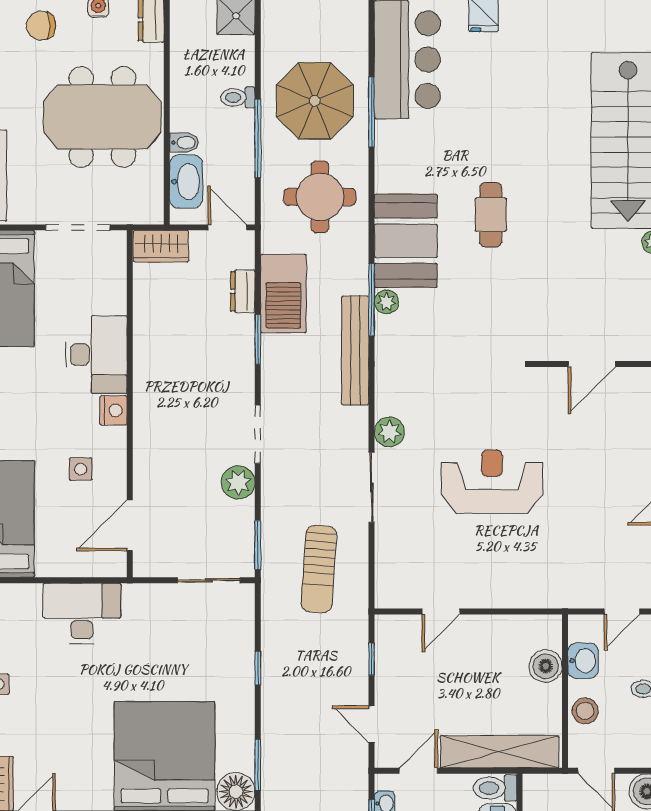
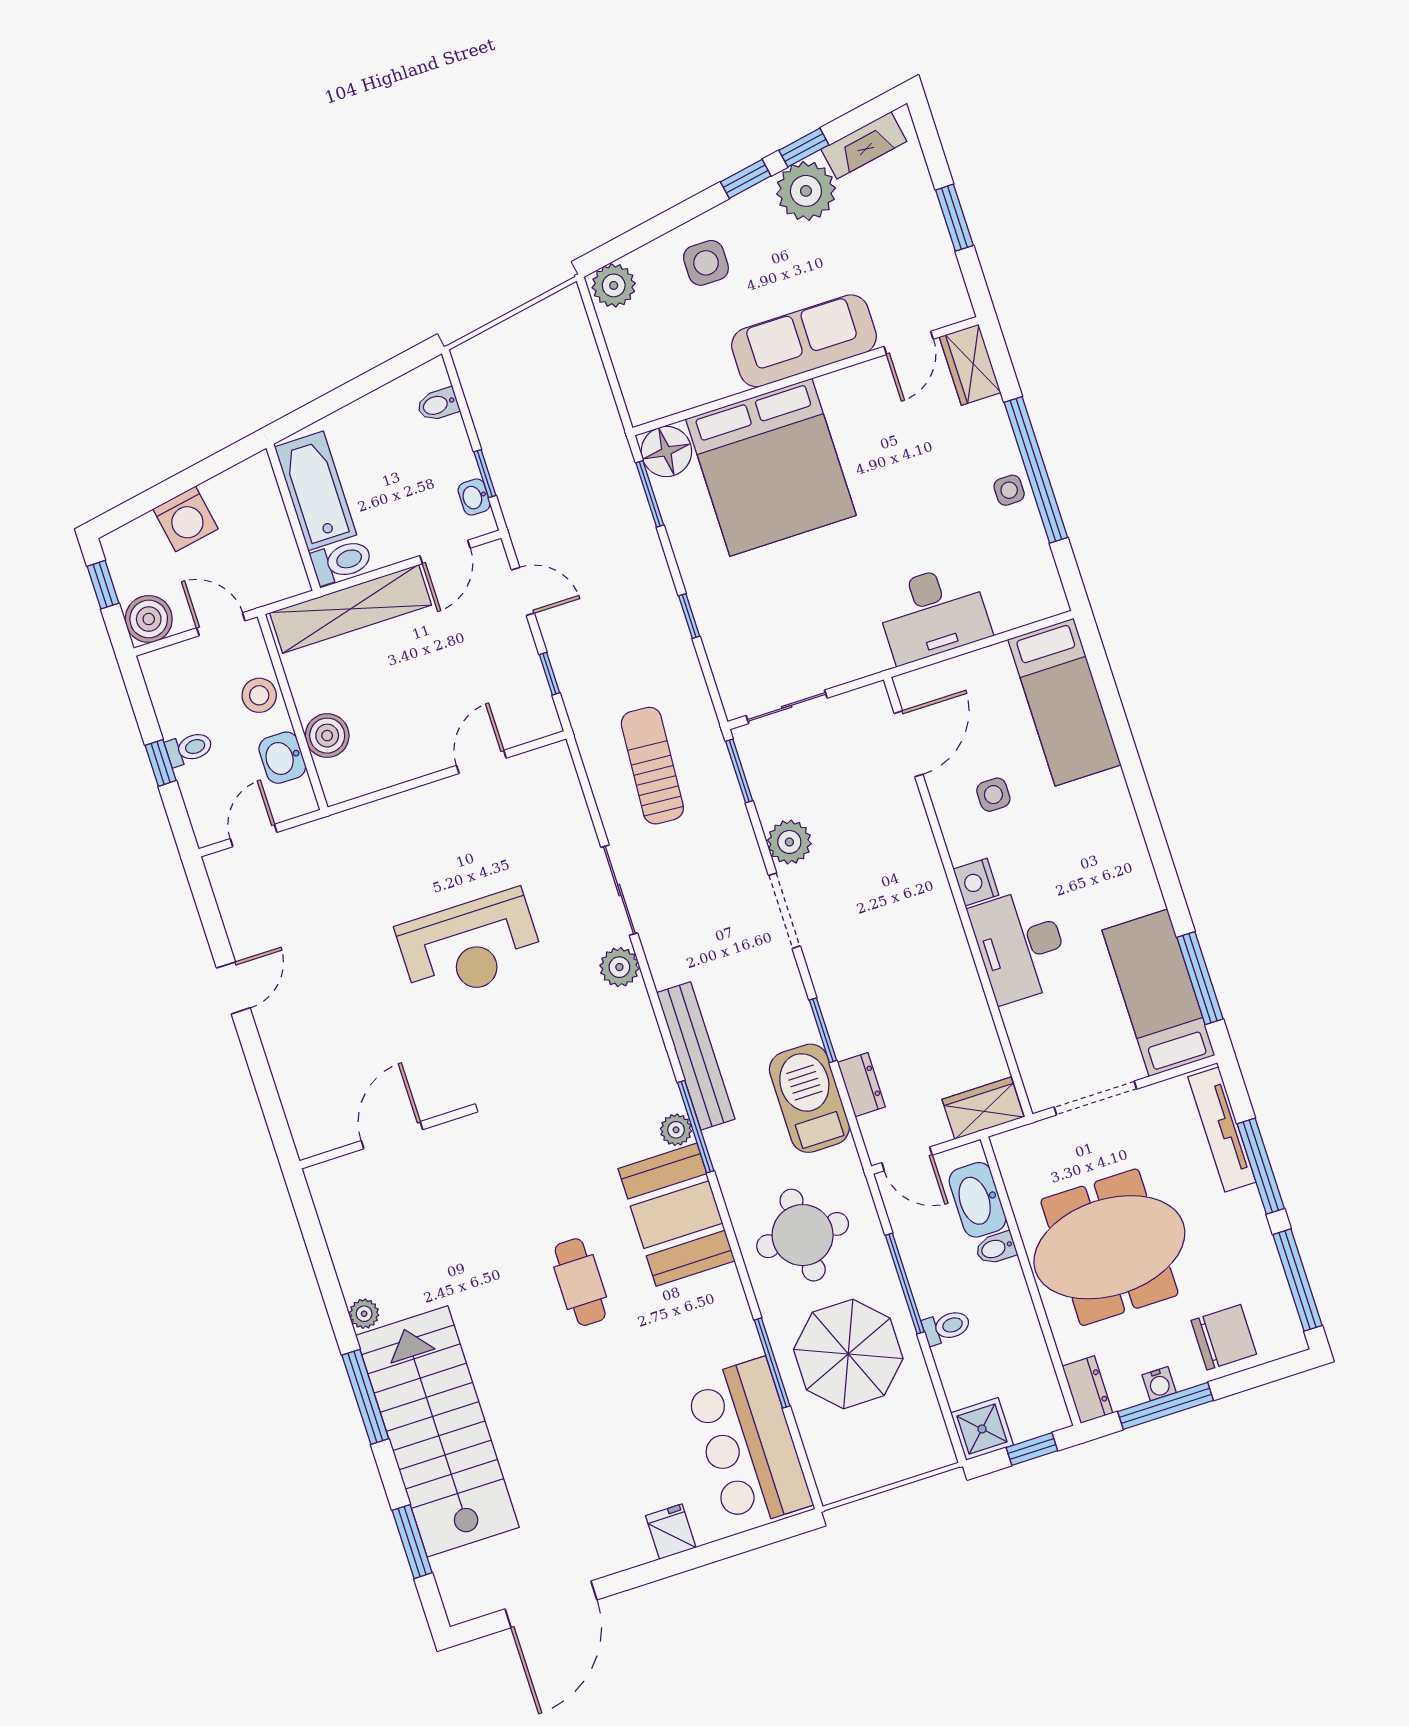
chair: (41, 26) -> (1224, 1337), width x1.37, depth x1.37

